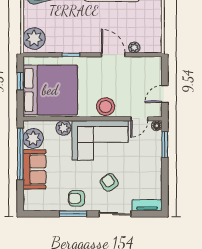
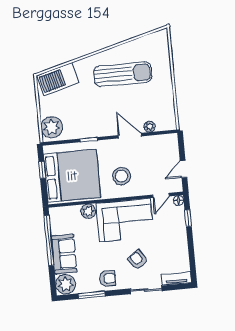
stool: (106, 107) -> (122, 176), moved
plant: (33, 138) -> (66, 284), moved
window: (165, 145) -> (188, 218), width x0.67
armchair: (77, 198) -> (108, 278), turned 180
window: (73, 214) -> (92, 295), moved

